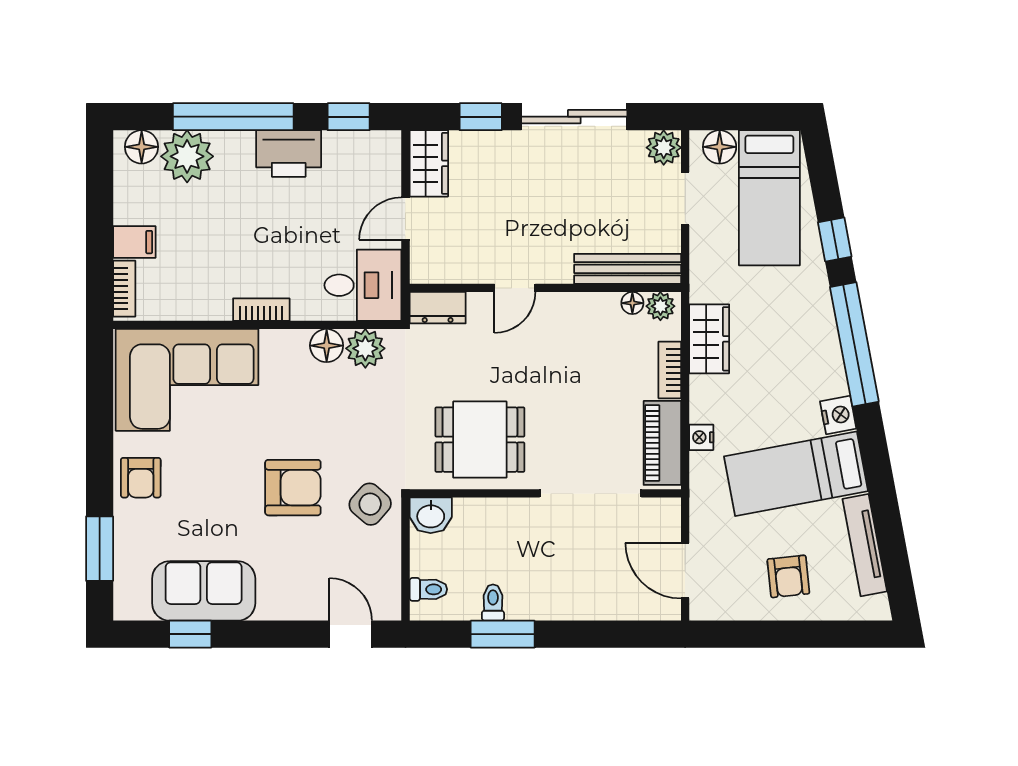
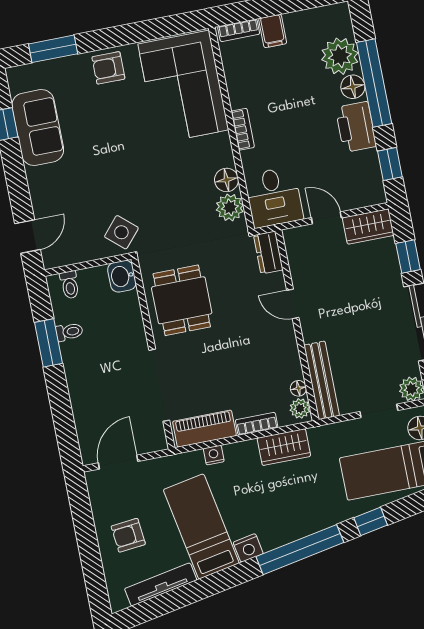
floor lamp: (142, 147) -> (353, 87), moved
armchair: (293, 488) -> (122, 176), removed

